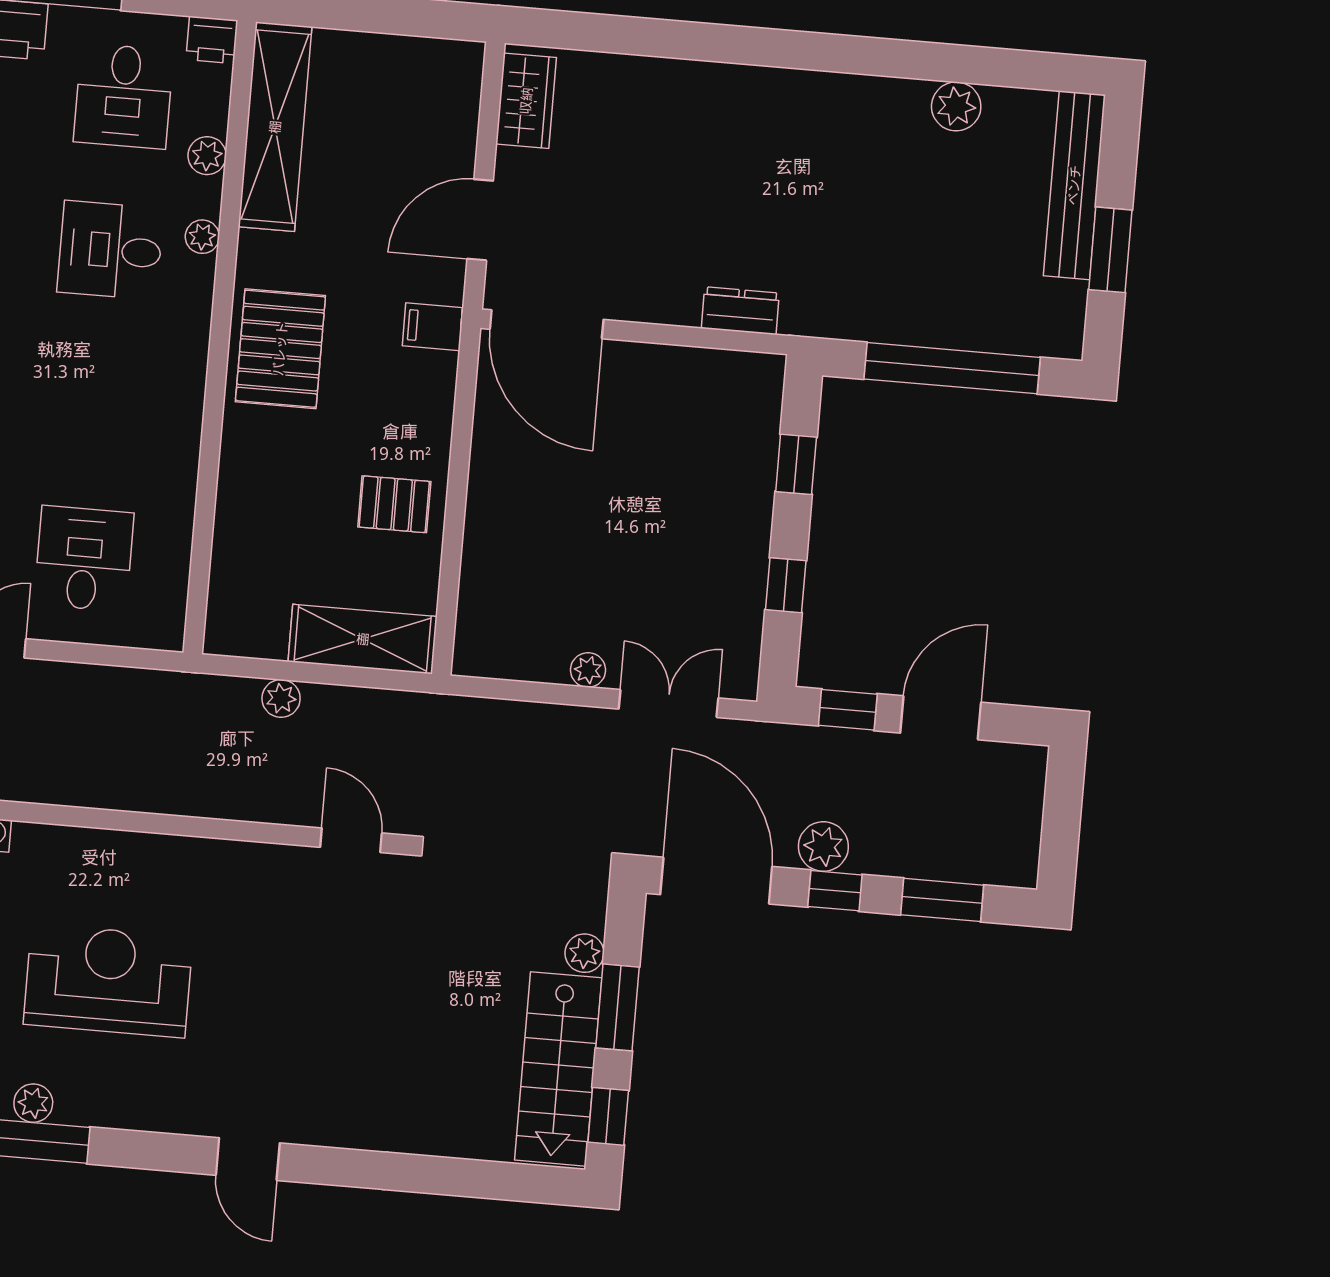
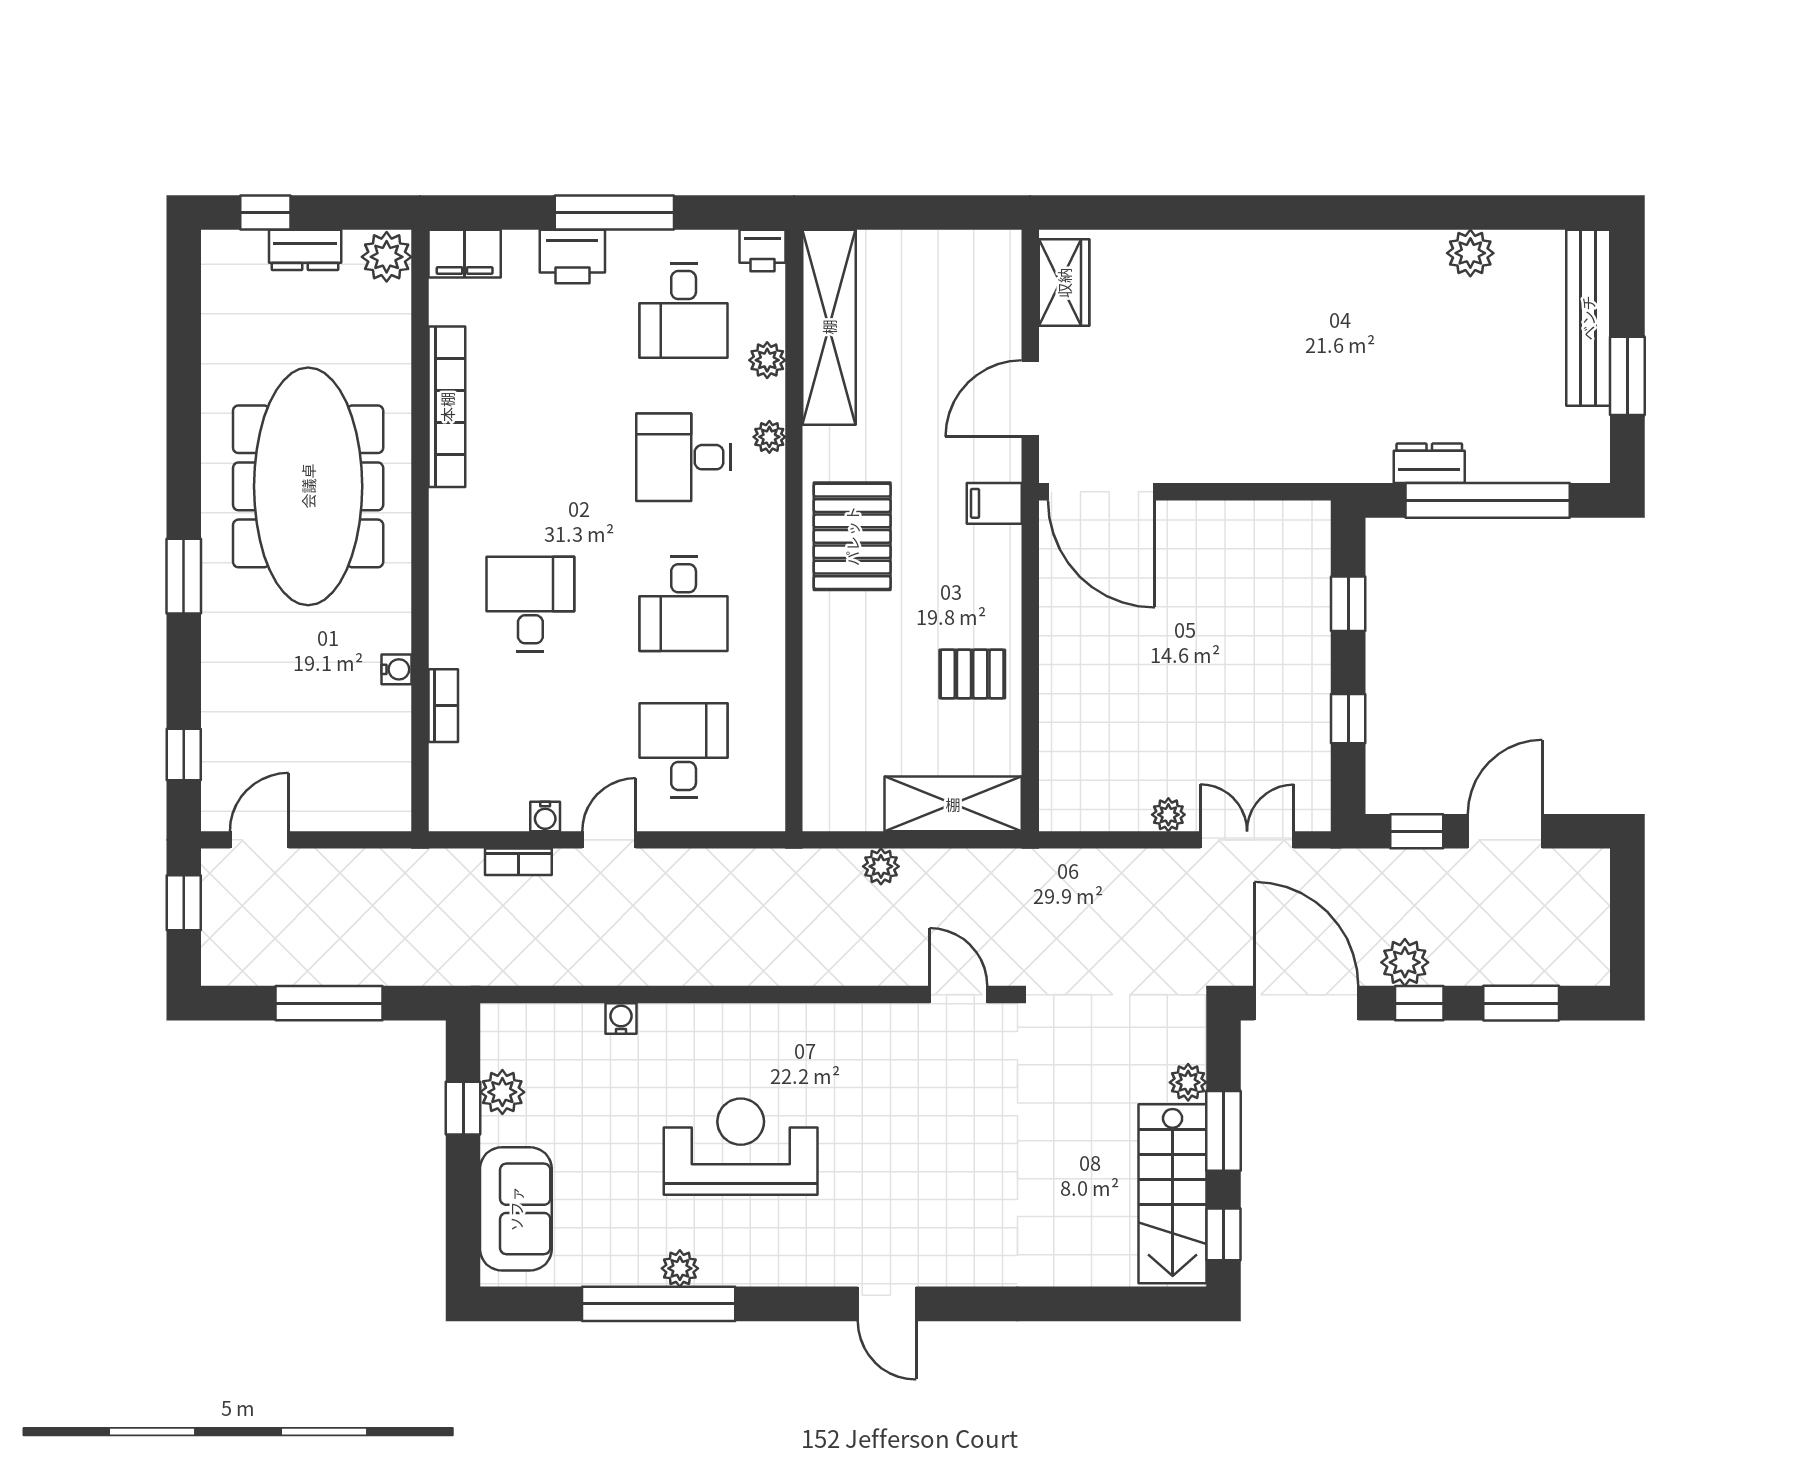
dresser: (740, 311) -> (1429, 463), moved
desk: (97, 404) -> (684, 604), added

